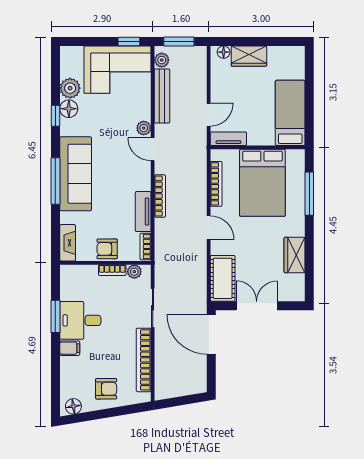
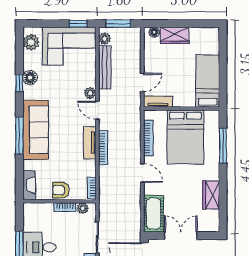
plant: (70, 88) -> (31, 42), moved
tv unit: (143, 212) -> (90, 143), moved

